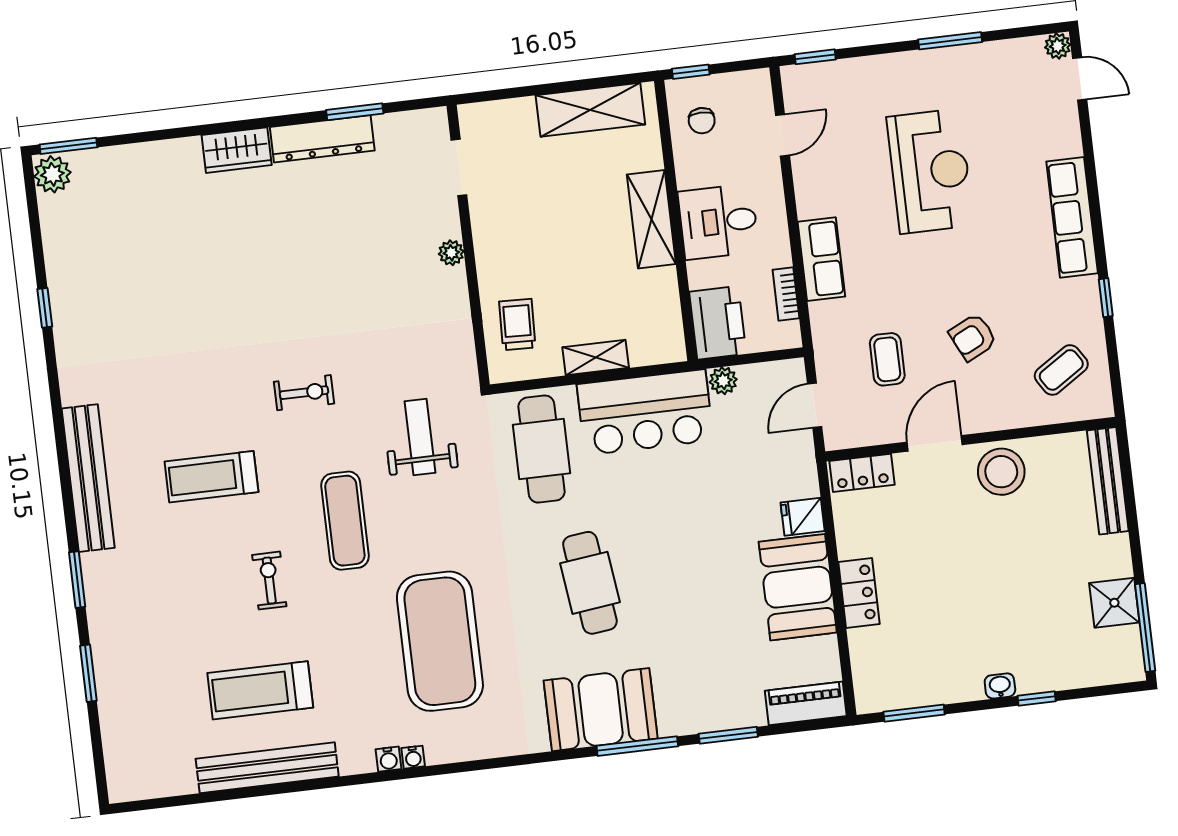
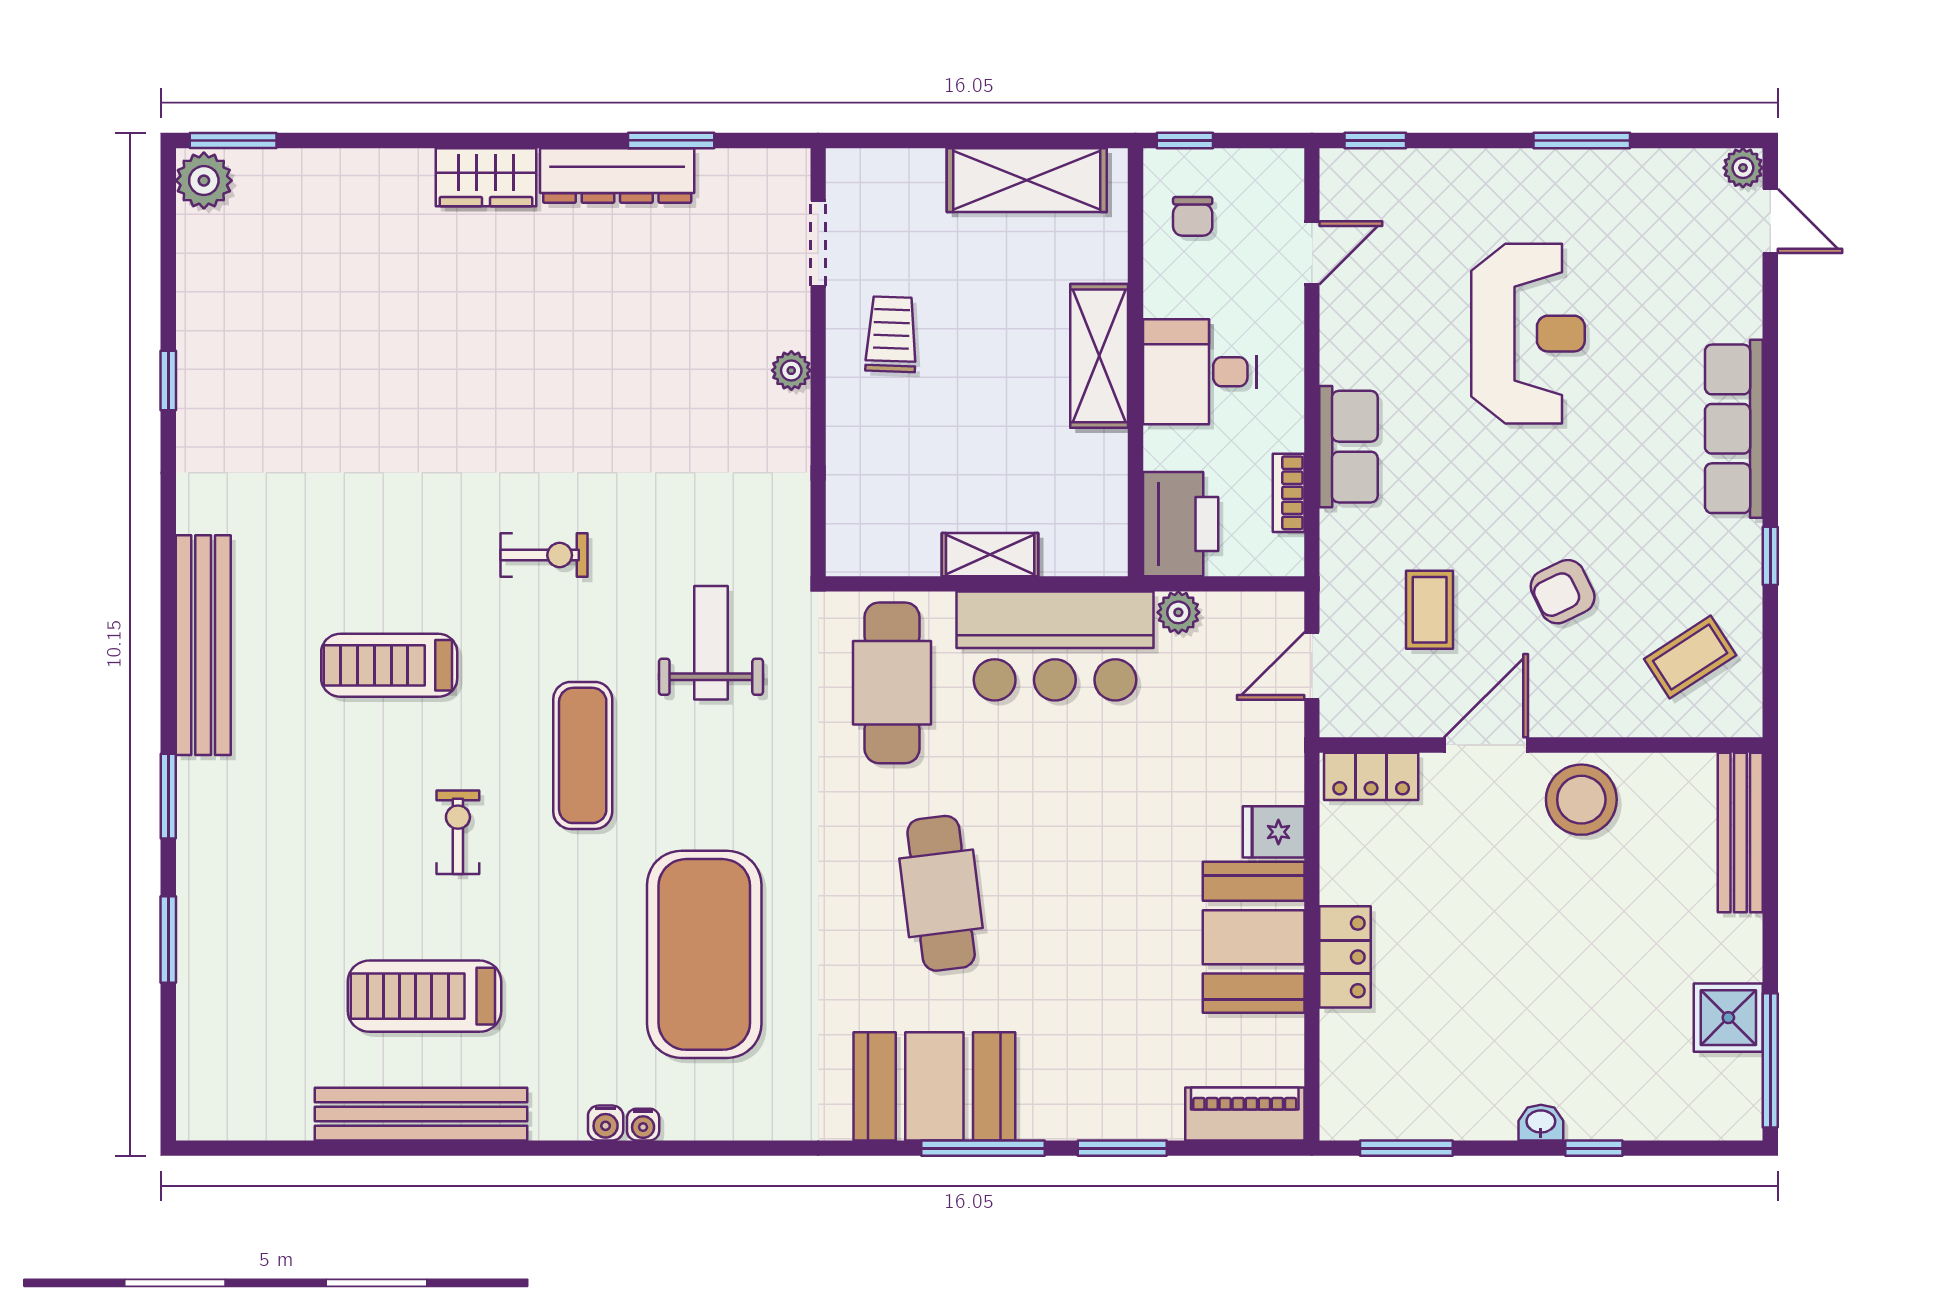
trolley: (517, 324) -> (891, 334), moved

